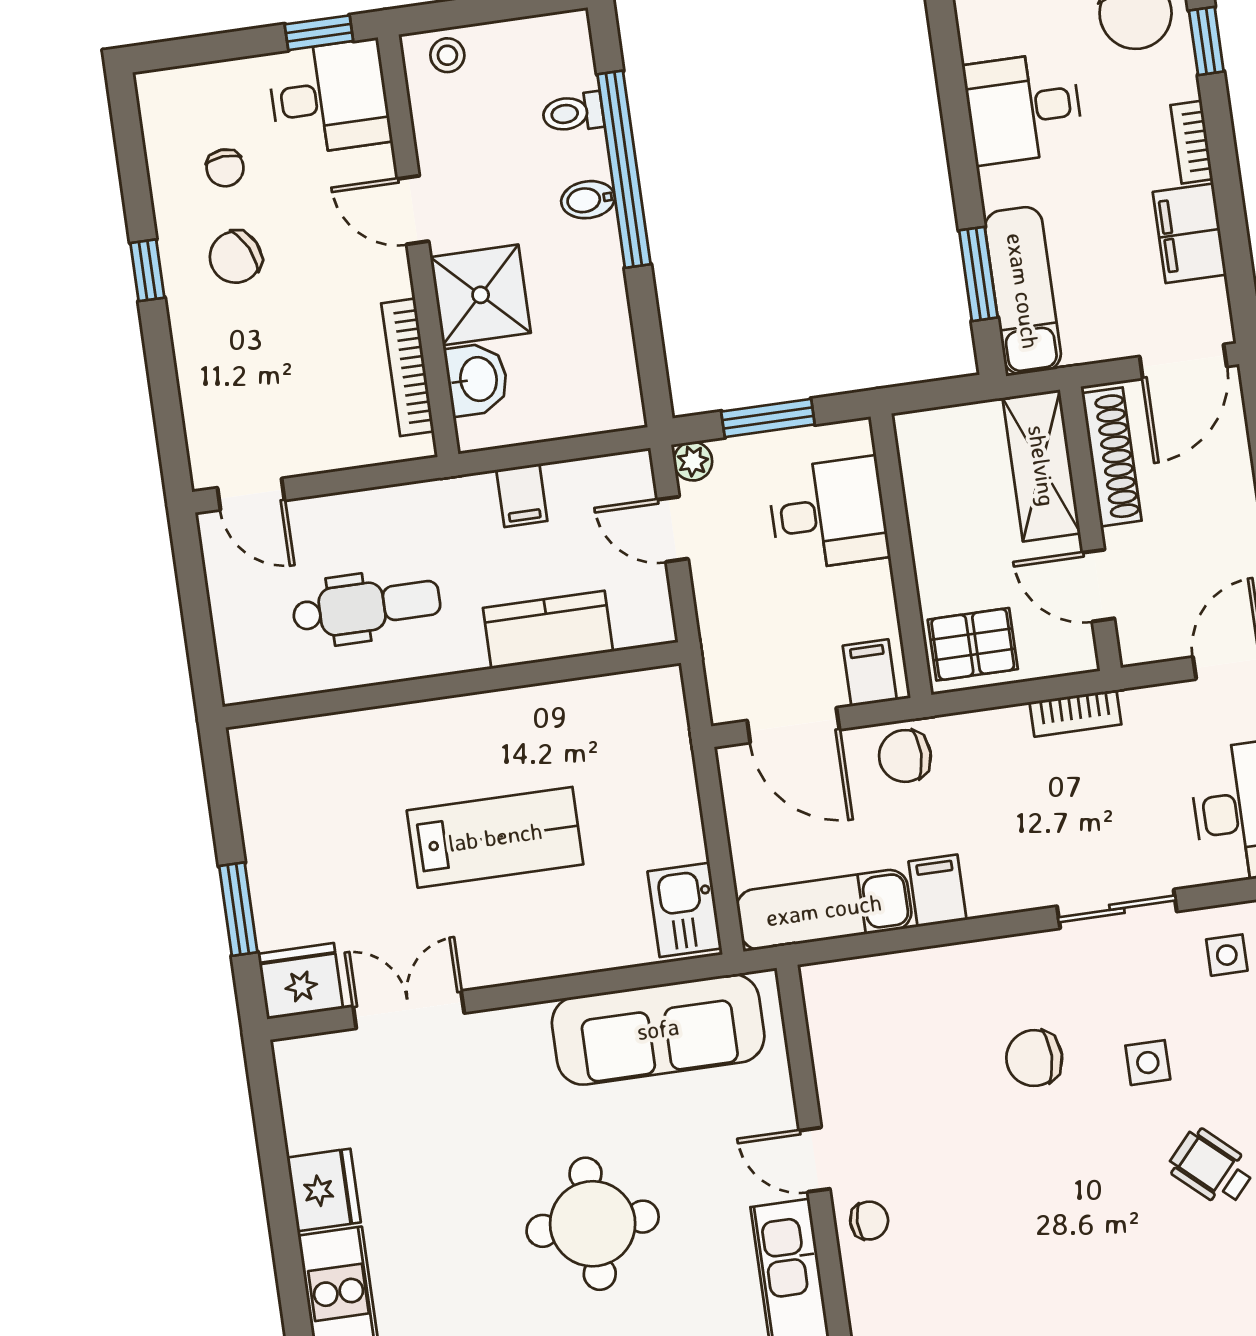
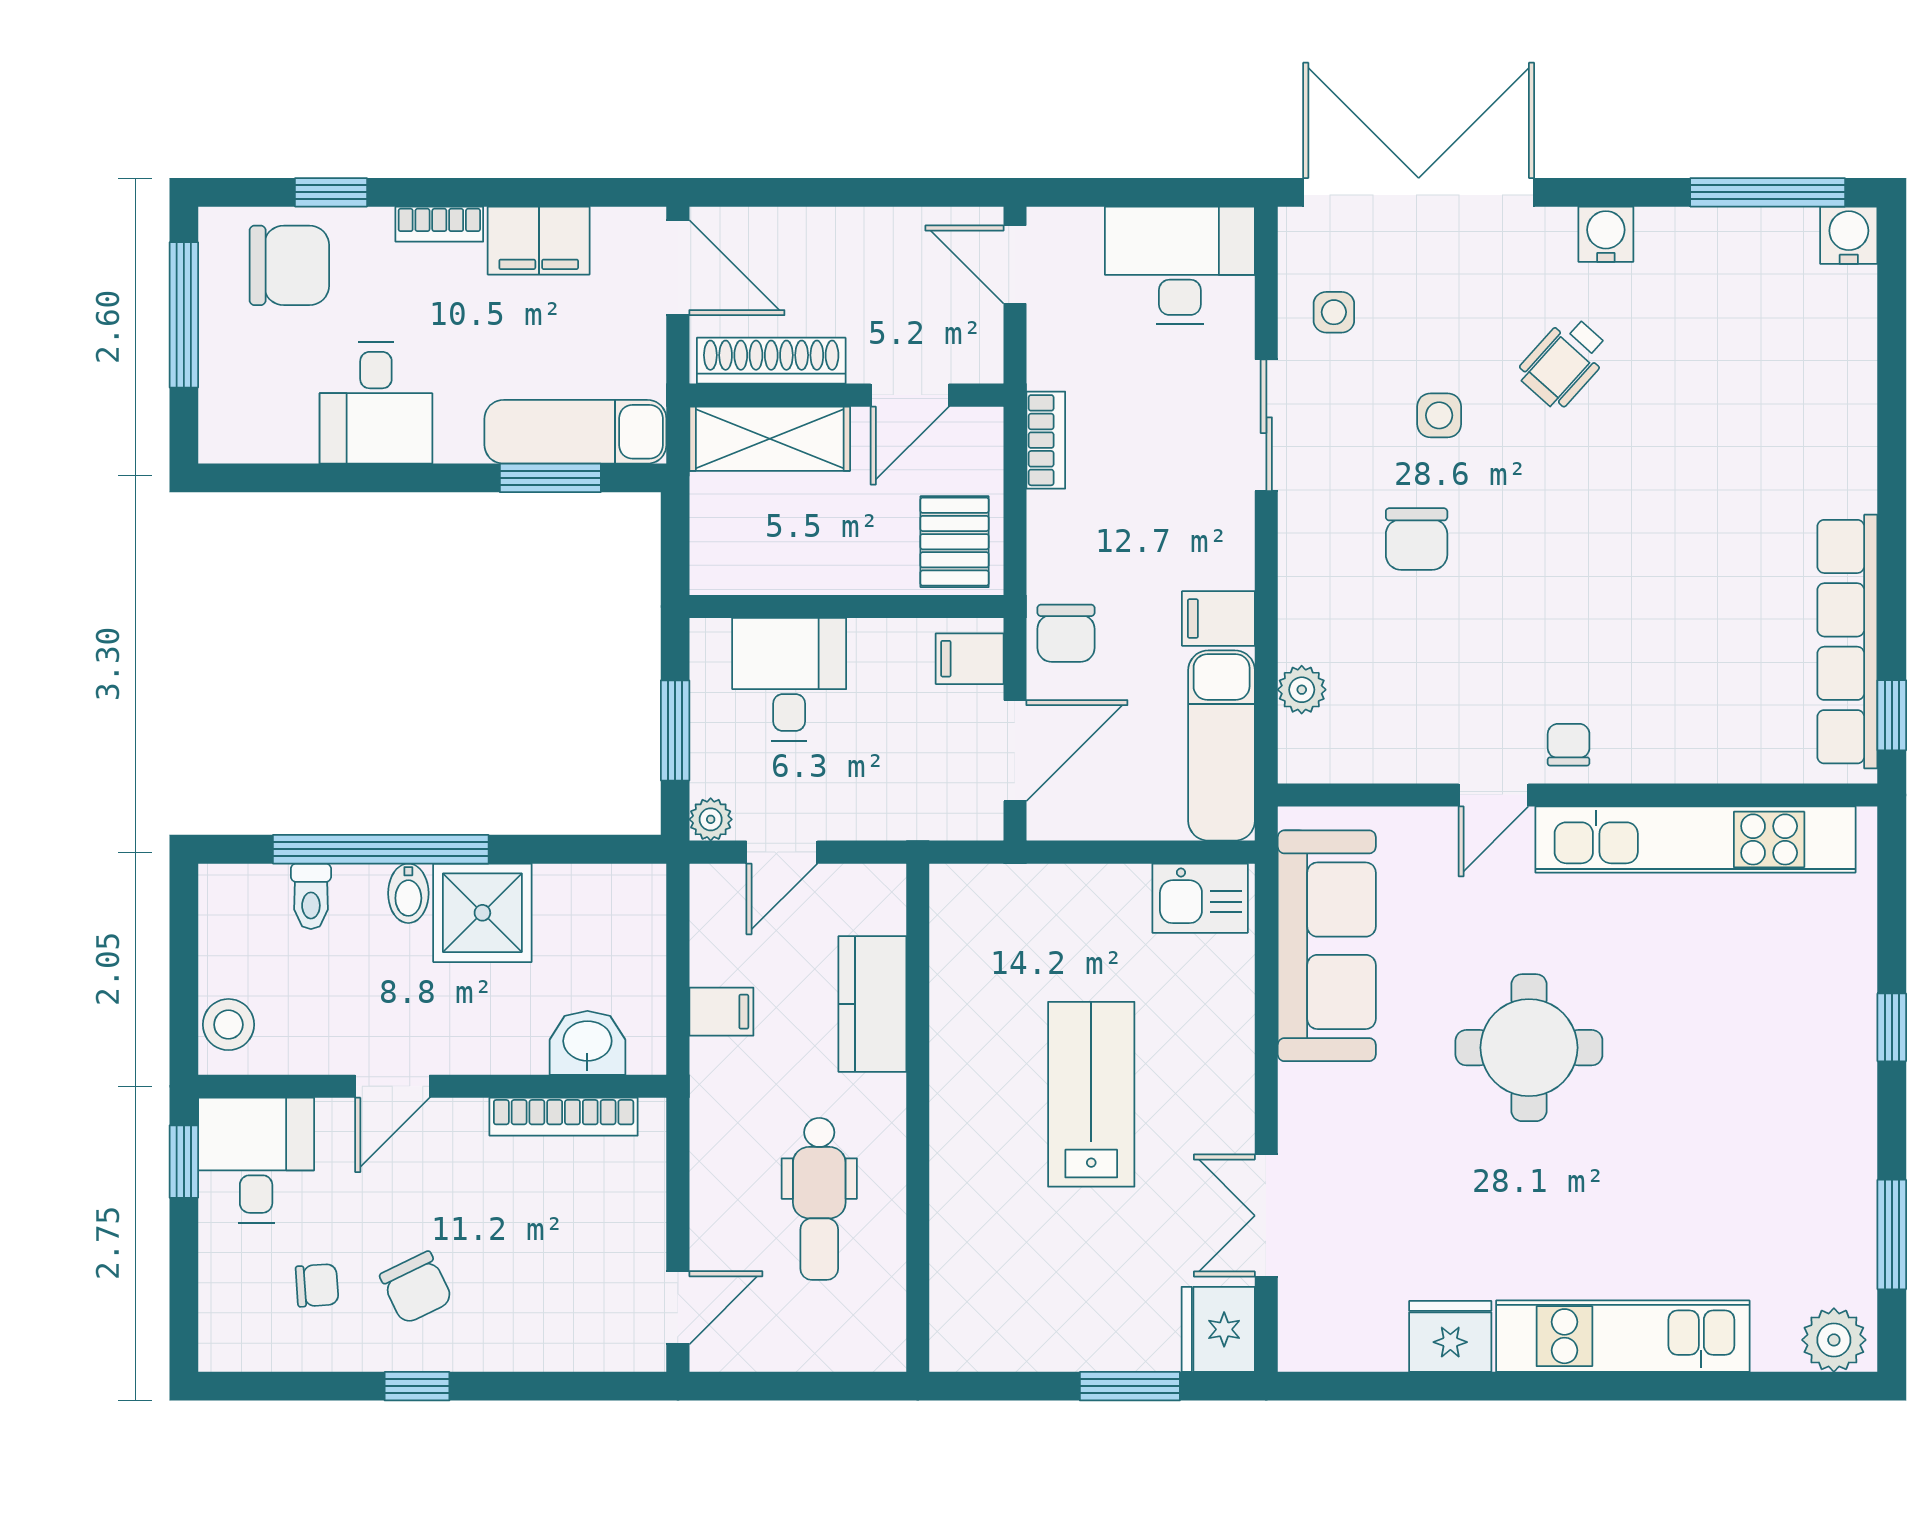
stool: (447, 55) -> (228, 1025), width x1.37, depth x1.37
shower: (481, 295) -> (482, 913), moved
dental chair: (367, 607) -> (819, 1199), turned 180
plant: (884, 974) -> (1302, 690), added

